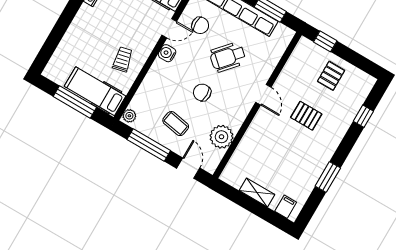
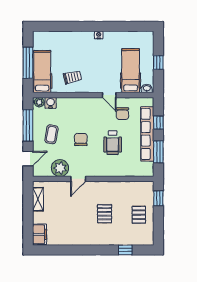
water cooler: (167, 53) -> (51, 103), moved
wheelchair: (228, 57) -> (113, 143), turned -131
pallet: (331, 76) -> (139, 215), turned 90
door: (263, 95) -> (78, 179), moved
window: (328, 177) -> (74, 250), removed
shelving: (257, 192) -> (38, 199), moved
filing cabinet: (286, 207) -> (40, 234), width x2.00

